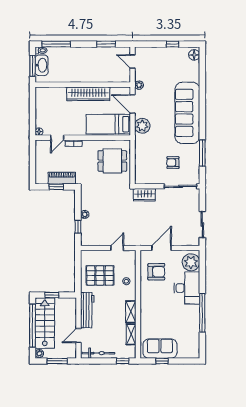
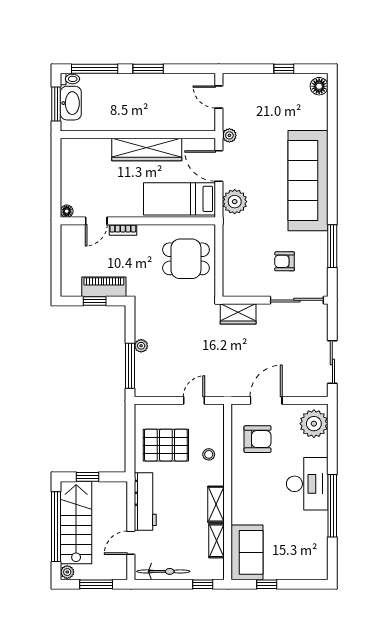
window: (106, 44) -> (148, 69), moved
window: (78, 227) -> (130, 366), width x2.17
desk: (187, 288) -> (307, 484), moved
sofa: (160, 349) -> (247, 552), moved, turned 90

